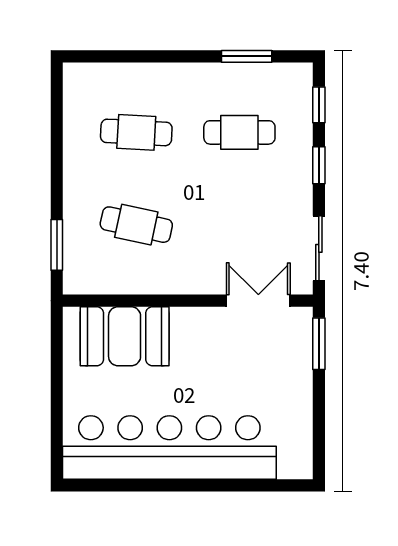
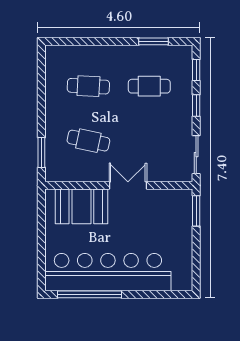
double door: (258, 301) -> (128, 185), moved
window: (138, 485) -> (90, 294), added

